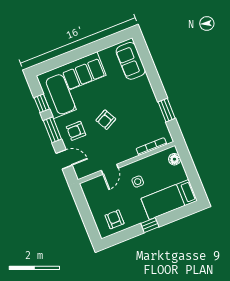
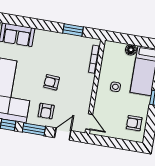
armchair: (106, 120) -> (52, 82), turned 122
floor lamp: (174, 159) -> (131, 50), moved
door: (110, 169) -> (89, 122), moved

